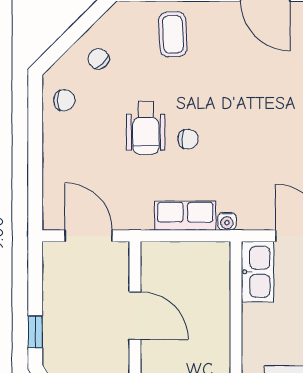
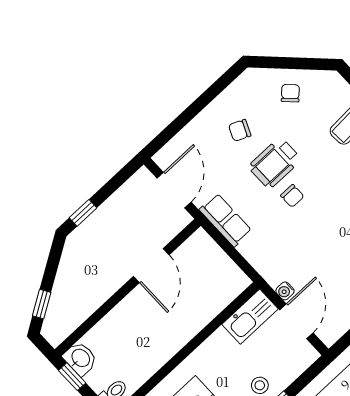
chair: (64, 100) -> (240, 130), moved, turned 114
row of seats: (185, 216) -> (225, 220), moved
water cooler: (227, 221) -> (285, 291), moved

